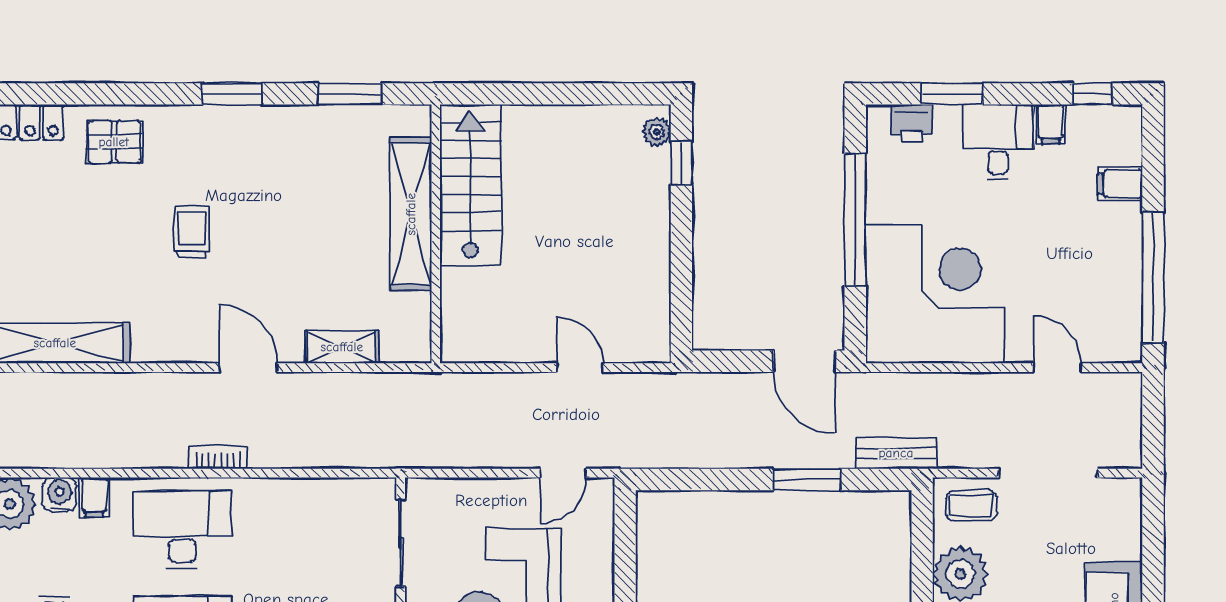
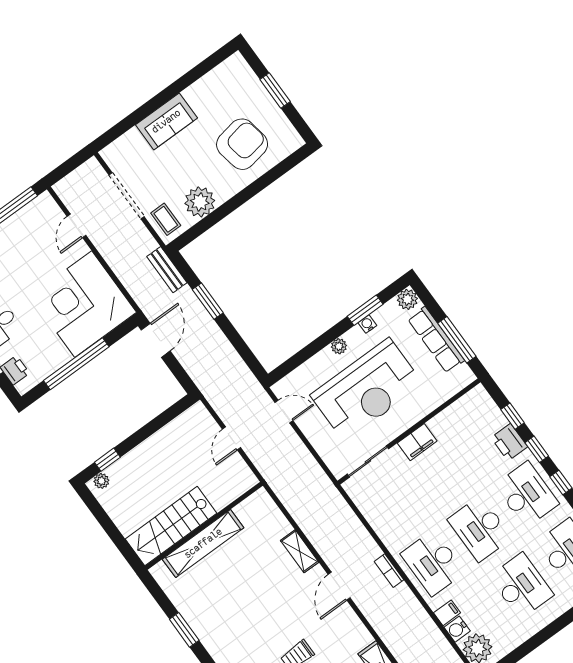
stairs: (470, 185) -> (171, 526), moved
shelving: (411, 214) -> (203, 543), moved
wall: (436, 234) -> (204, 526), moved

